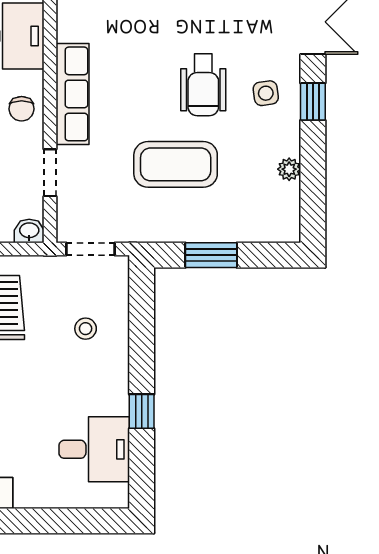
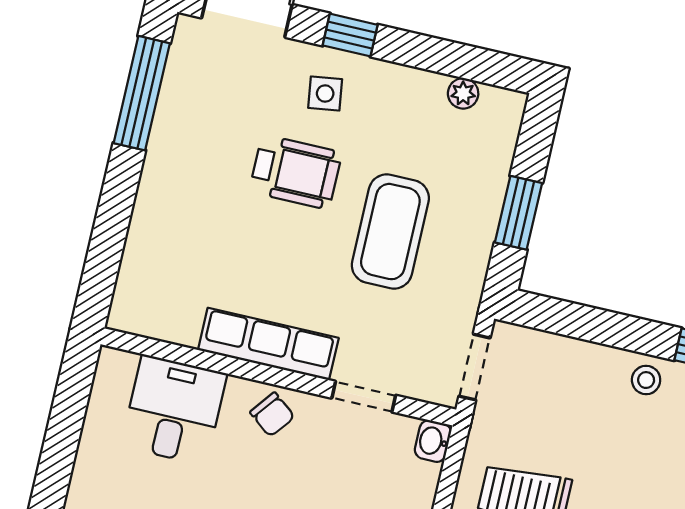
chair: (22, 109) -> (272, 415), turned 38
plant: (289, 169) -> (463, 93), moved
stool: (86, 329) -> (646, 380), moved

